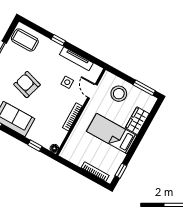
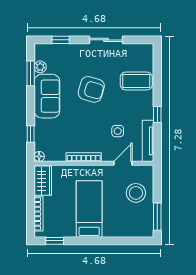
coffee table: (25, 40) -> (136, 81), moved, turned 90
window: (58, 40) -> (157, 115), moved
tv unit: (76, 59) -> (148, 141), moved
armchair: (27, 85) -> (91, 89), turned 89
wardrobe: (137, 121) -> (43, 181), moved, turned 90

